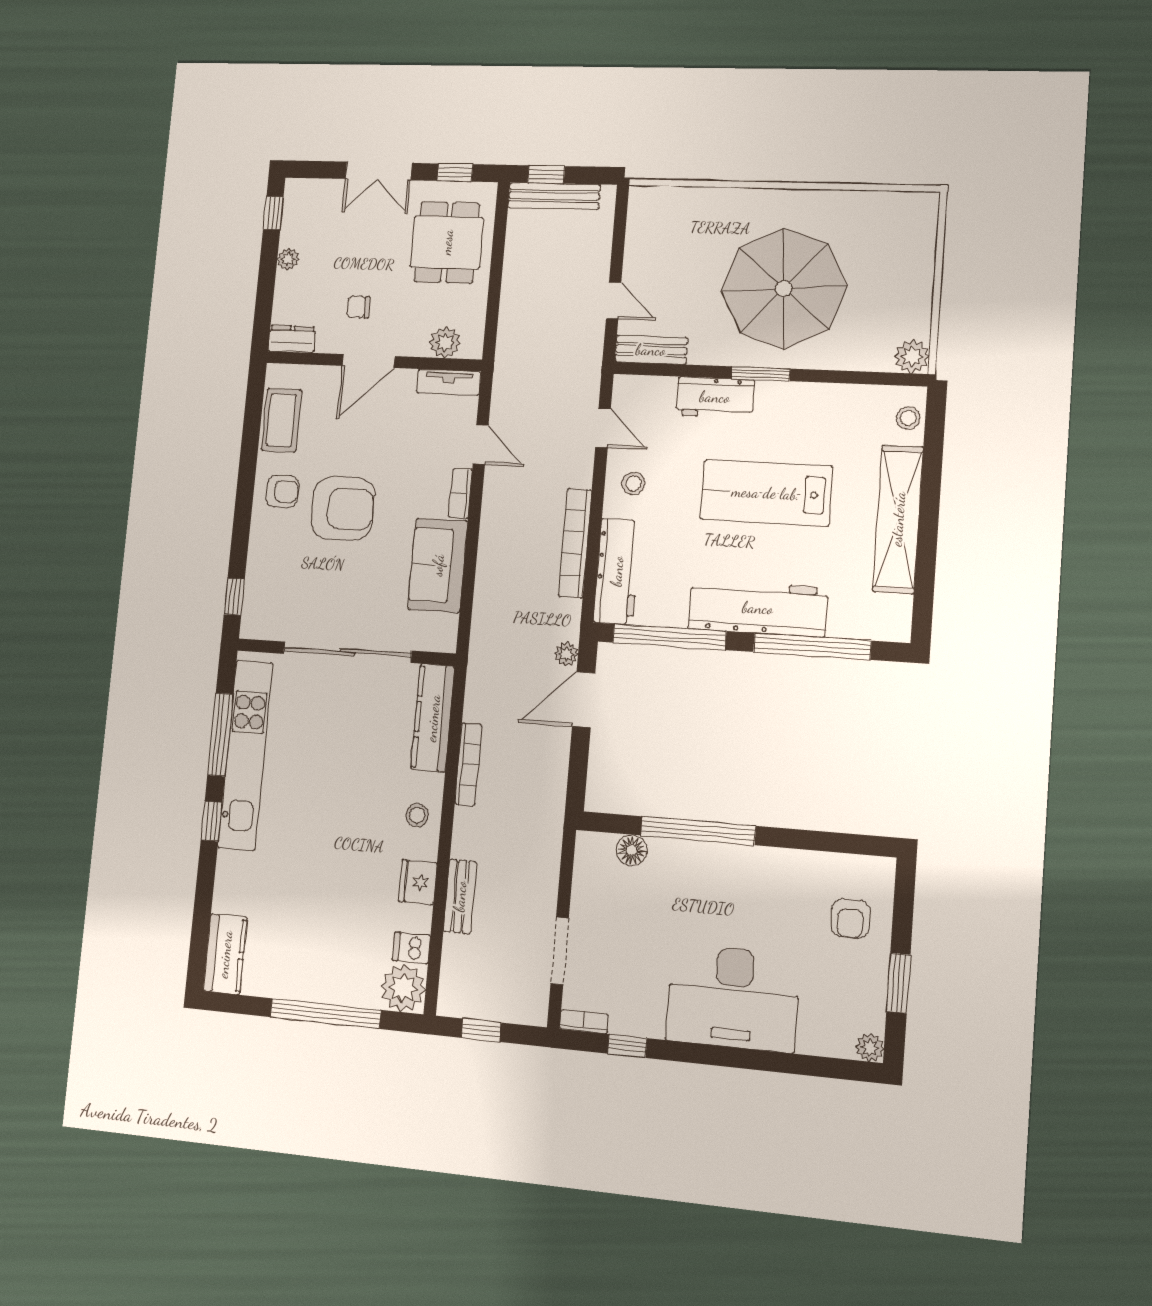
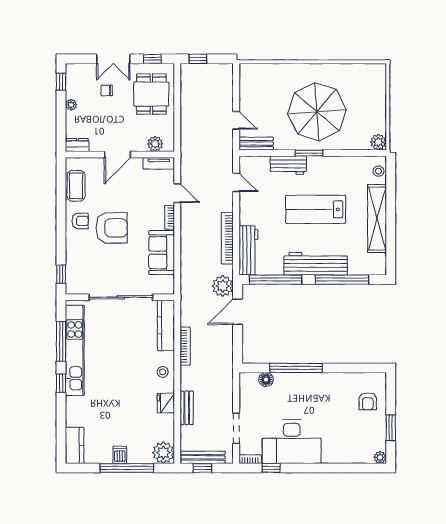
bench: (554, 196) -> (203, 457), moved
chair: (358, 307) -> (107, 90), moved
stool: (633, 483) -> (253, 208), removed
plant: (566, 654) -> (223, 286), width x1.88, depth x1.88
dishwasher: (411, 948) -> (120, 455), moved, turned 90
desk: (733, 998) -> (292, 442), moved

